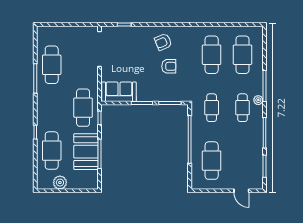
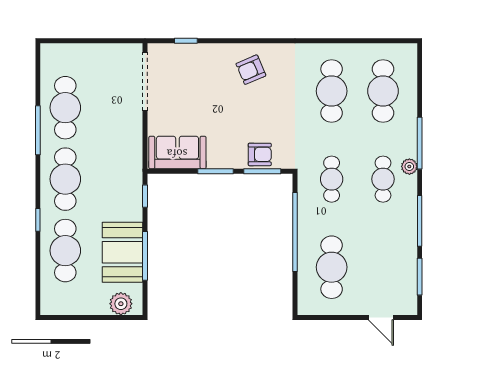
armchair: (169, 66) -> (260, 154), moved
cafe table: (83, 108) -> (65, 179), moved
plant: (60, 183) -> (121, 304), moved

